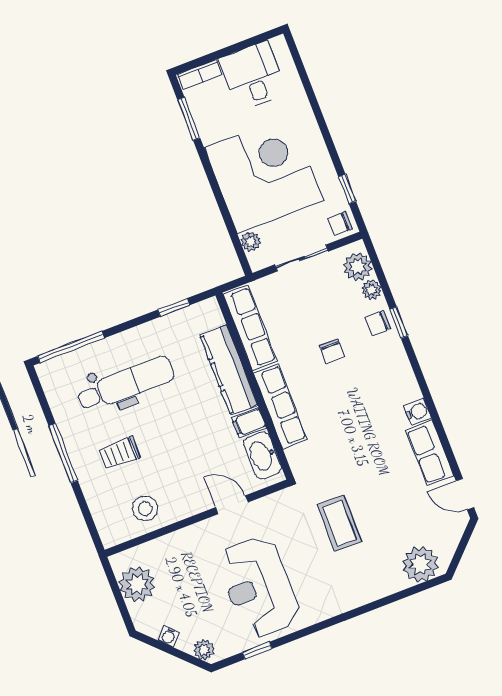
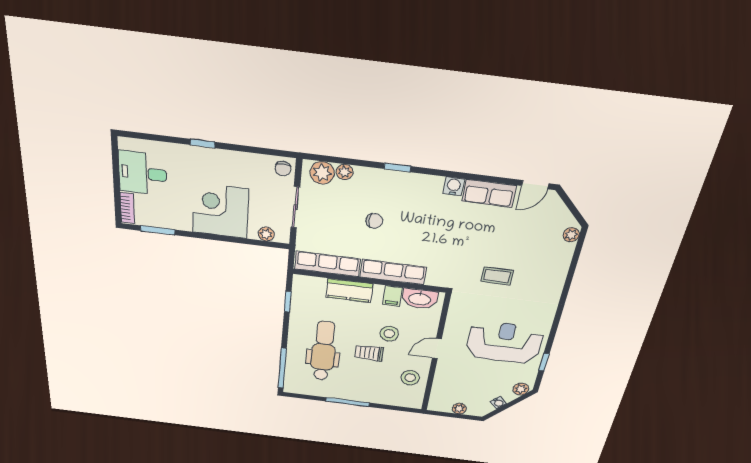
corner desk: (264, 174) -> (220, 211), width x0.74, depth x0.74
window: (347, 189) -> (203, 143), moved
window: (399, 322) -> (397, 168), moved
chair: (378, 323) -> (372, 180), removed
kitchen counter: (229, 370) -> (349, 290), width x0.67
stool: (195, 448) -> (389, 334), added
trolley: (119, 453) -> (369, 353), moved, turned 90
door: (232, 505) -> (437, 349), moved
coffee table: (339, 523) -> (497, 276), width x0.73, depth x0.77
plant: (420, 564) -> (571, 235), width x0.53, depth x0.53
plant: (137, 584) -> (459, 409), width x0.53, depth x0.53
reception desk: (259, 587) -> (505, 342), turned 180

